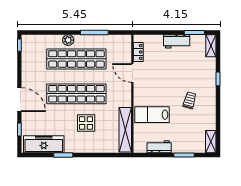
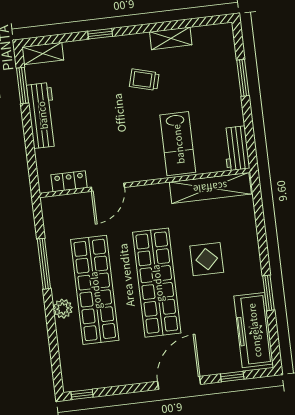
workbench: (177, 41) -> (42, 115), width x1.37
shelving: (211, 142) -> (171, 38), moved
workbench: (159, 147) -> (236, 148), moved

